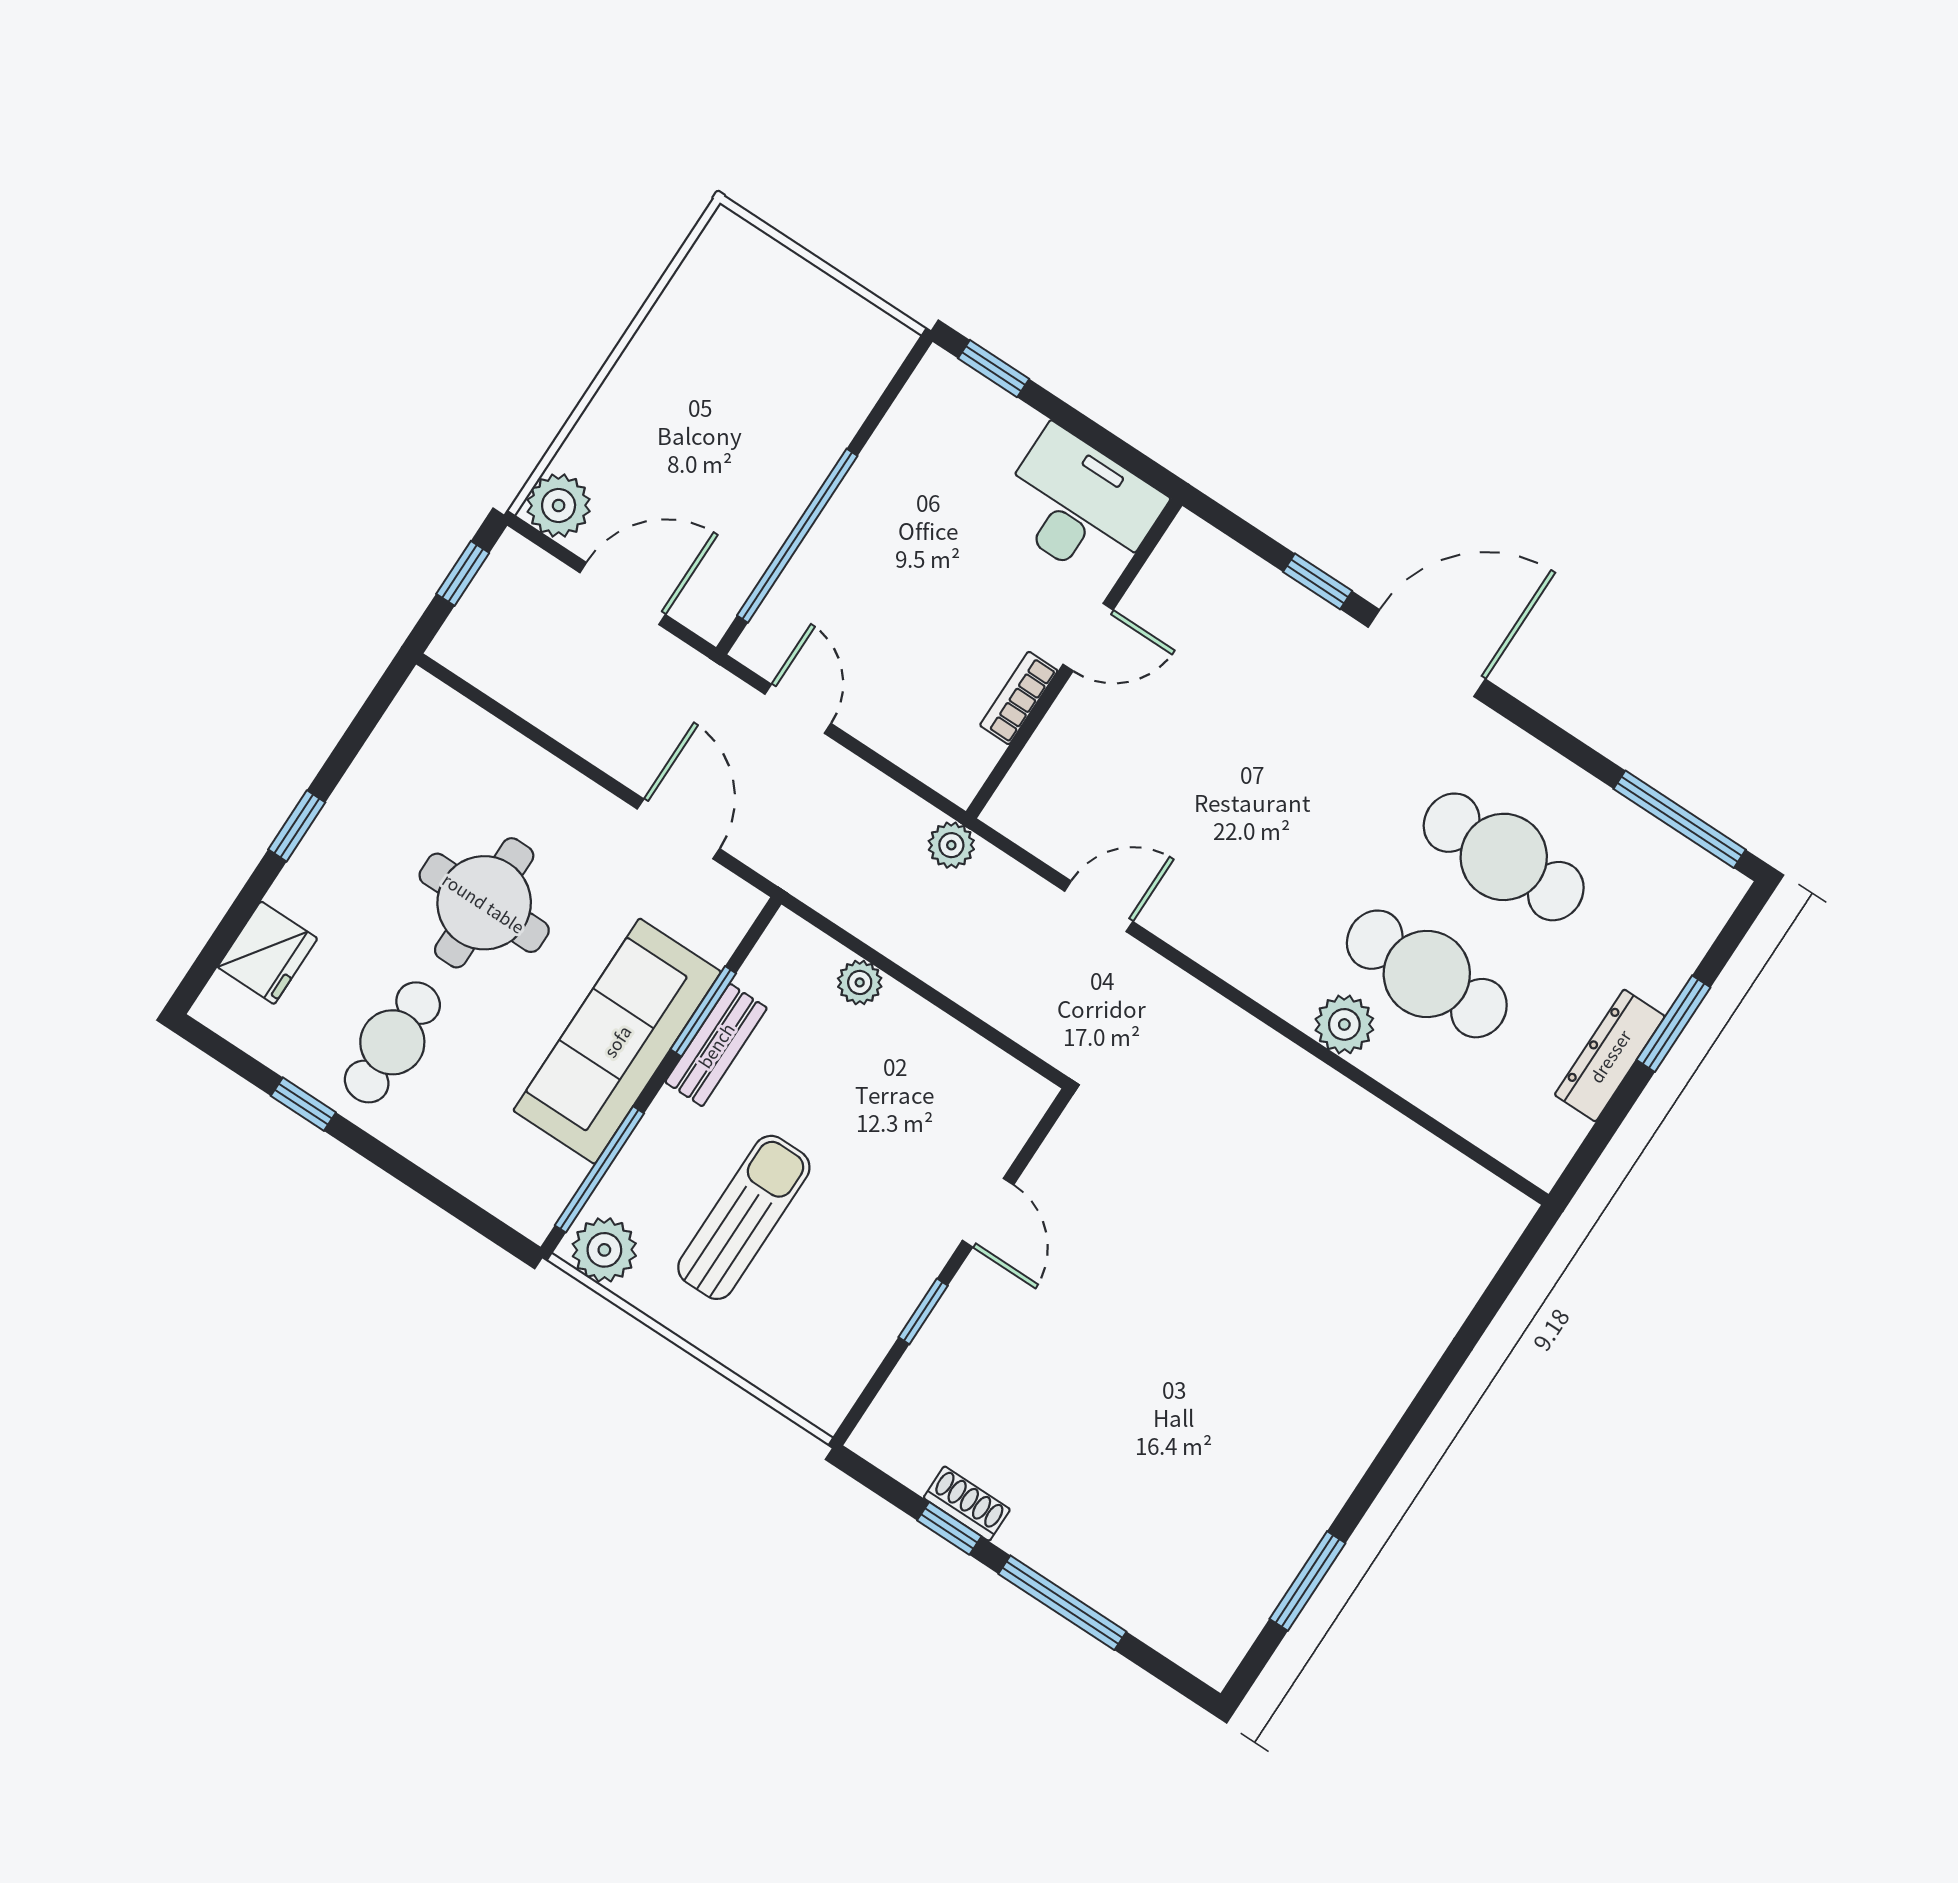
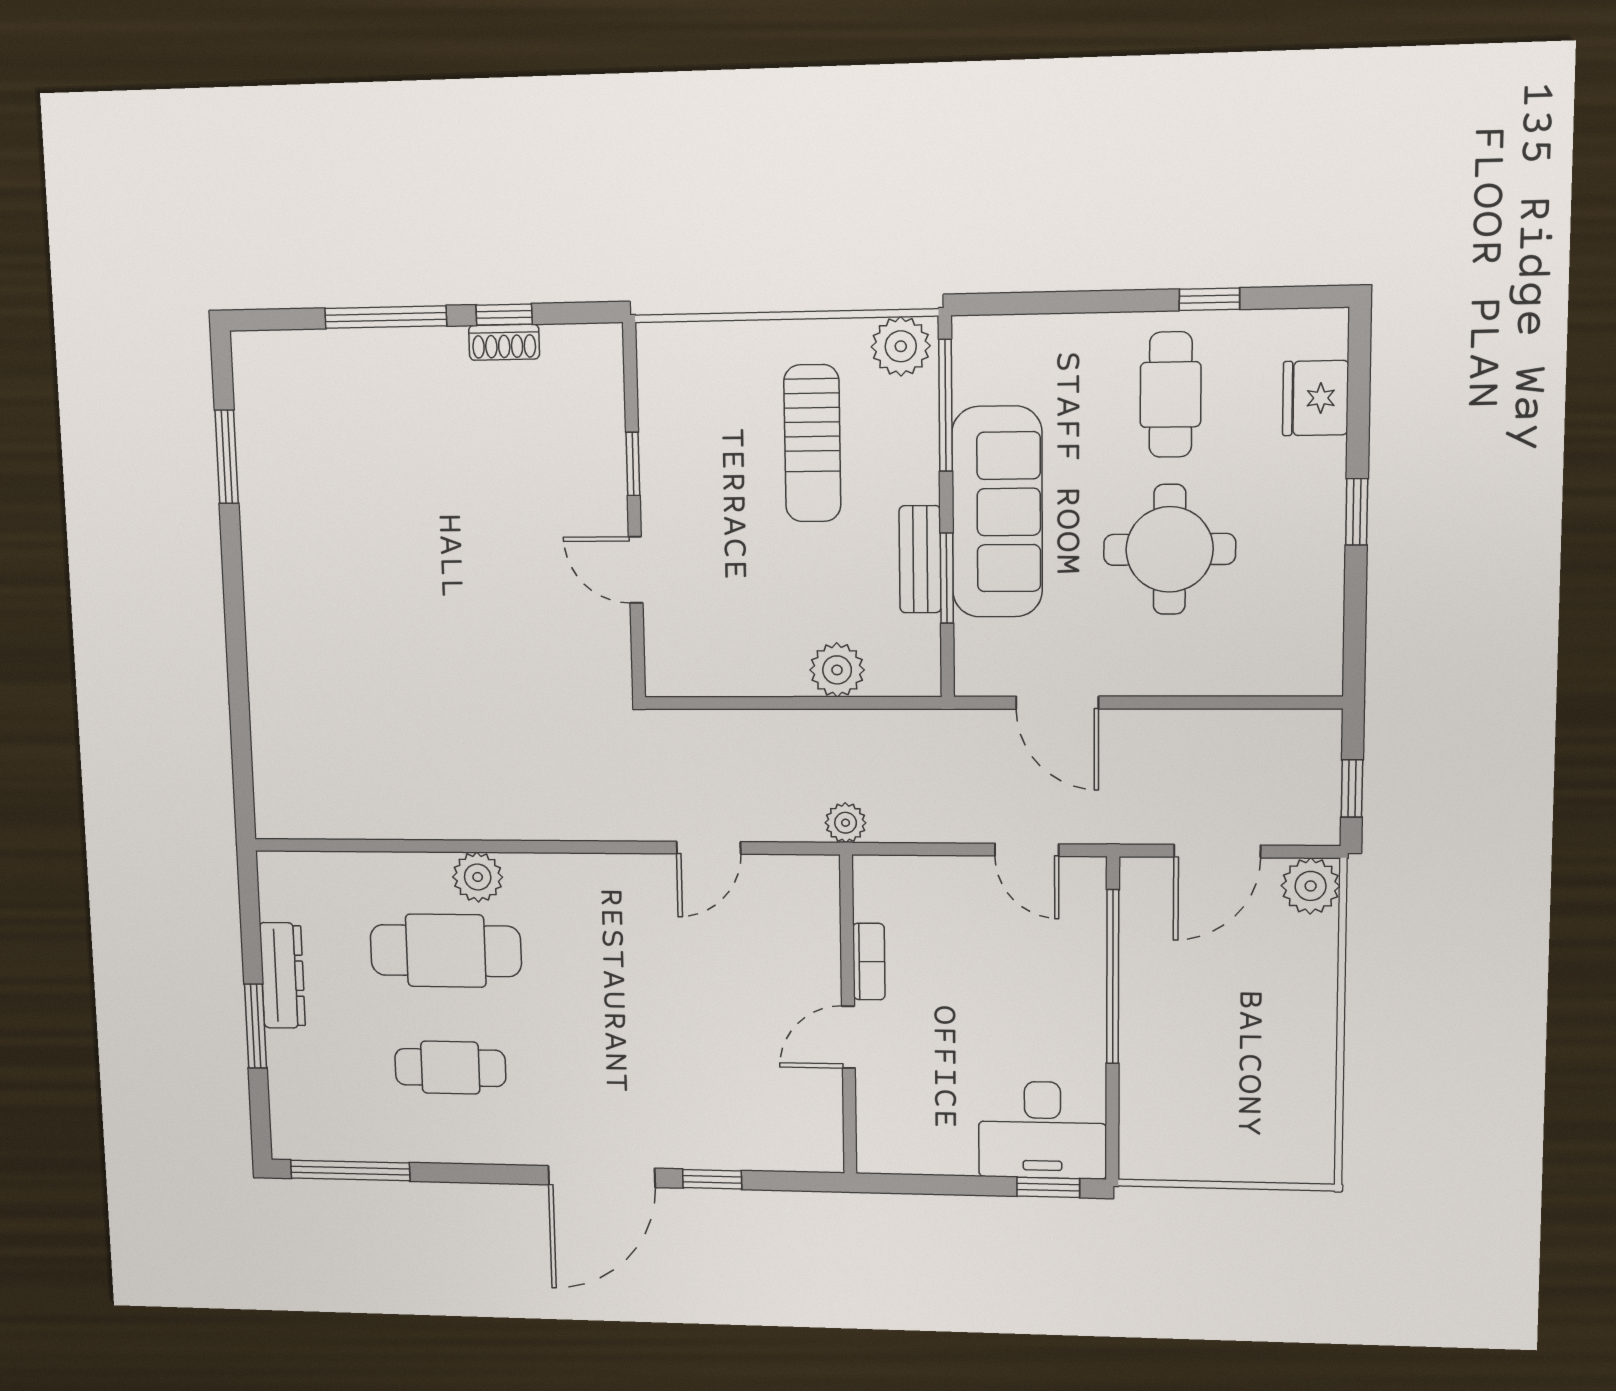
desk: (1080, 506) -> (1042, 1130), moved
cafe table: (1504, 857) -> (450, 1068), width x0.73, depth x0.74
plant: (860, 982) -> (837, 670), width x1.38, depth x1.38

